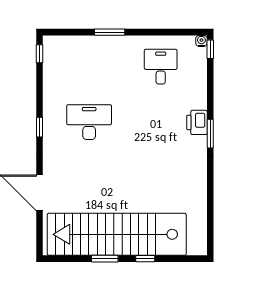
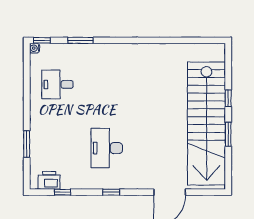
window: (110, 32) -> (27, 144), moved
window: (40, 54) -> (63, 192), moved
printer: (197, 122) -> (49, 180), moved, turned 180
window: (210, 134) -> (80, 40), moved

